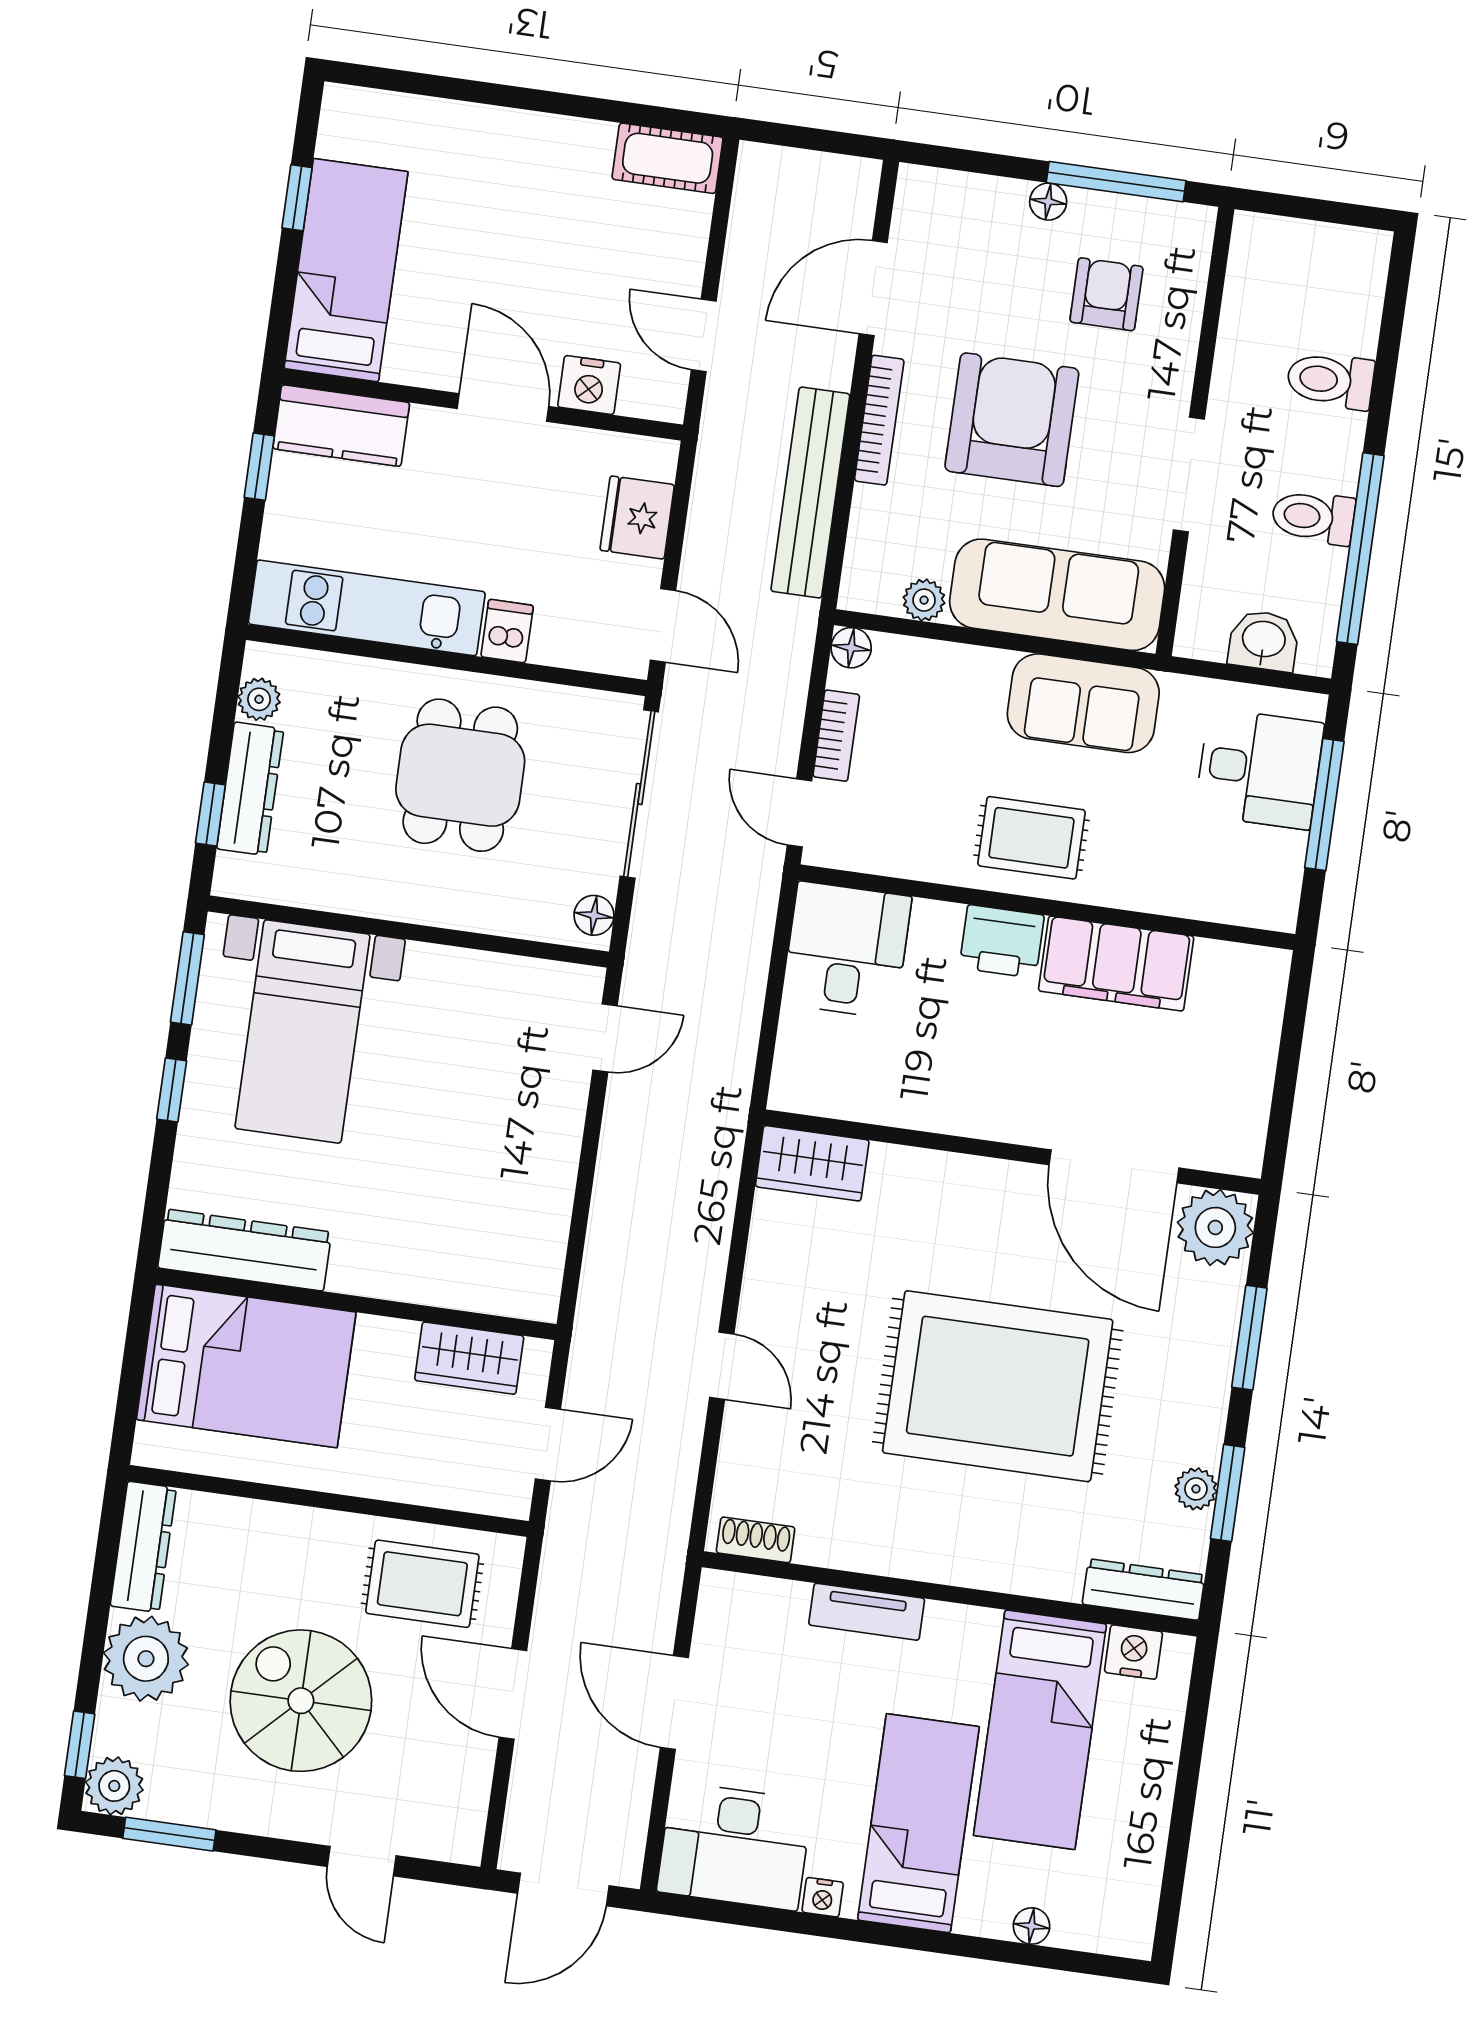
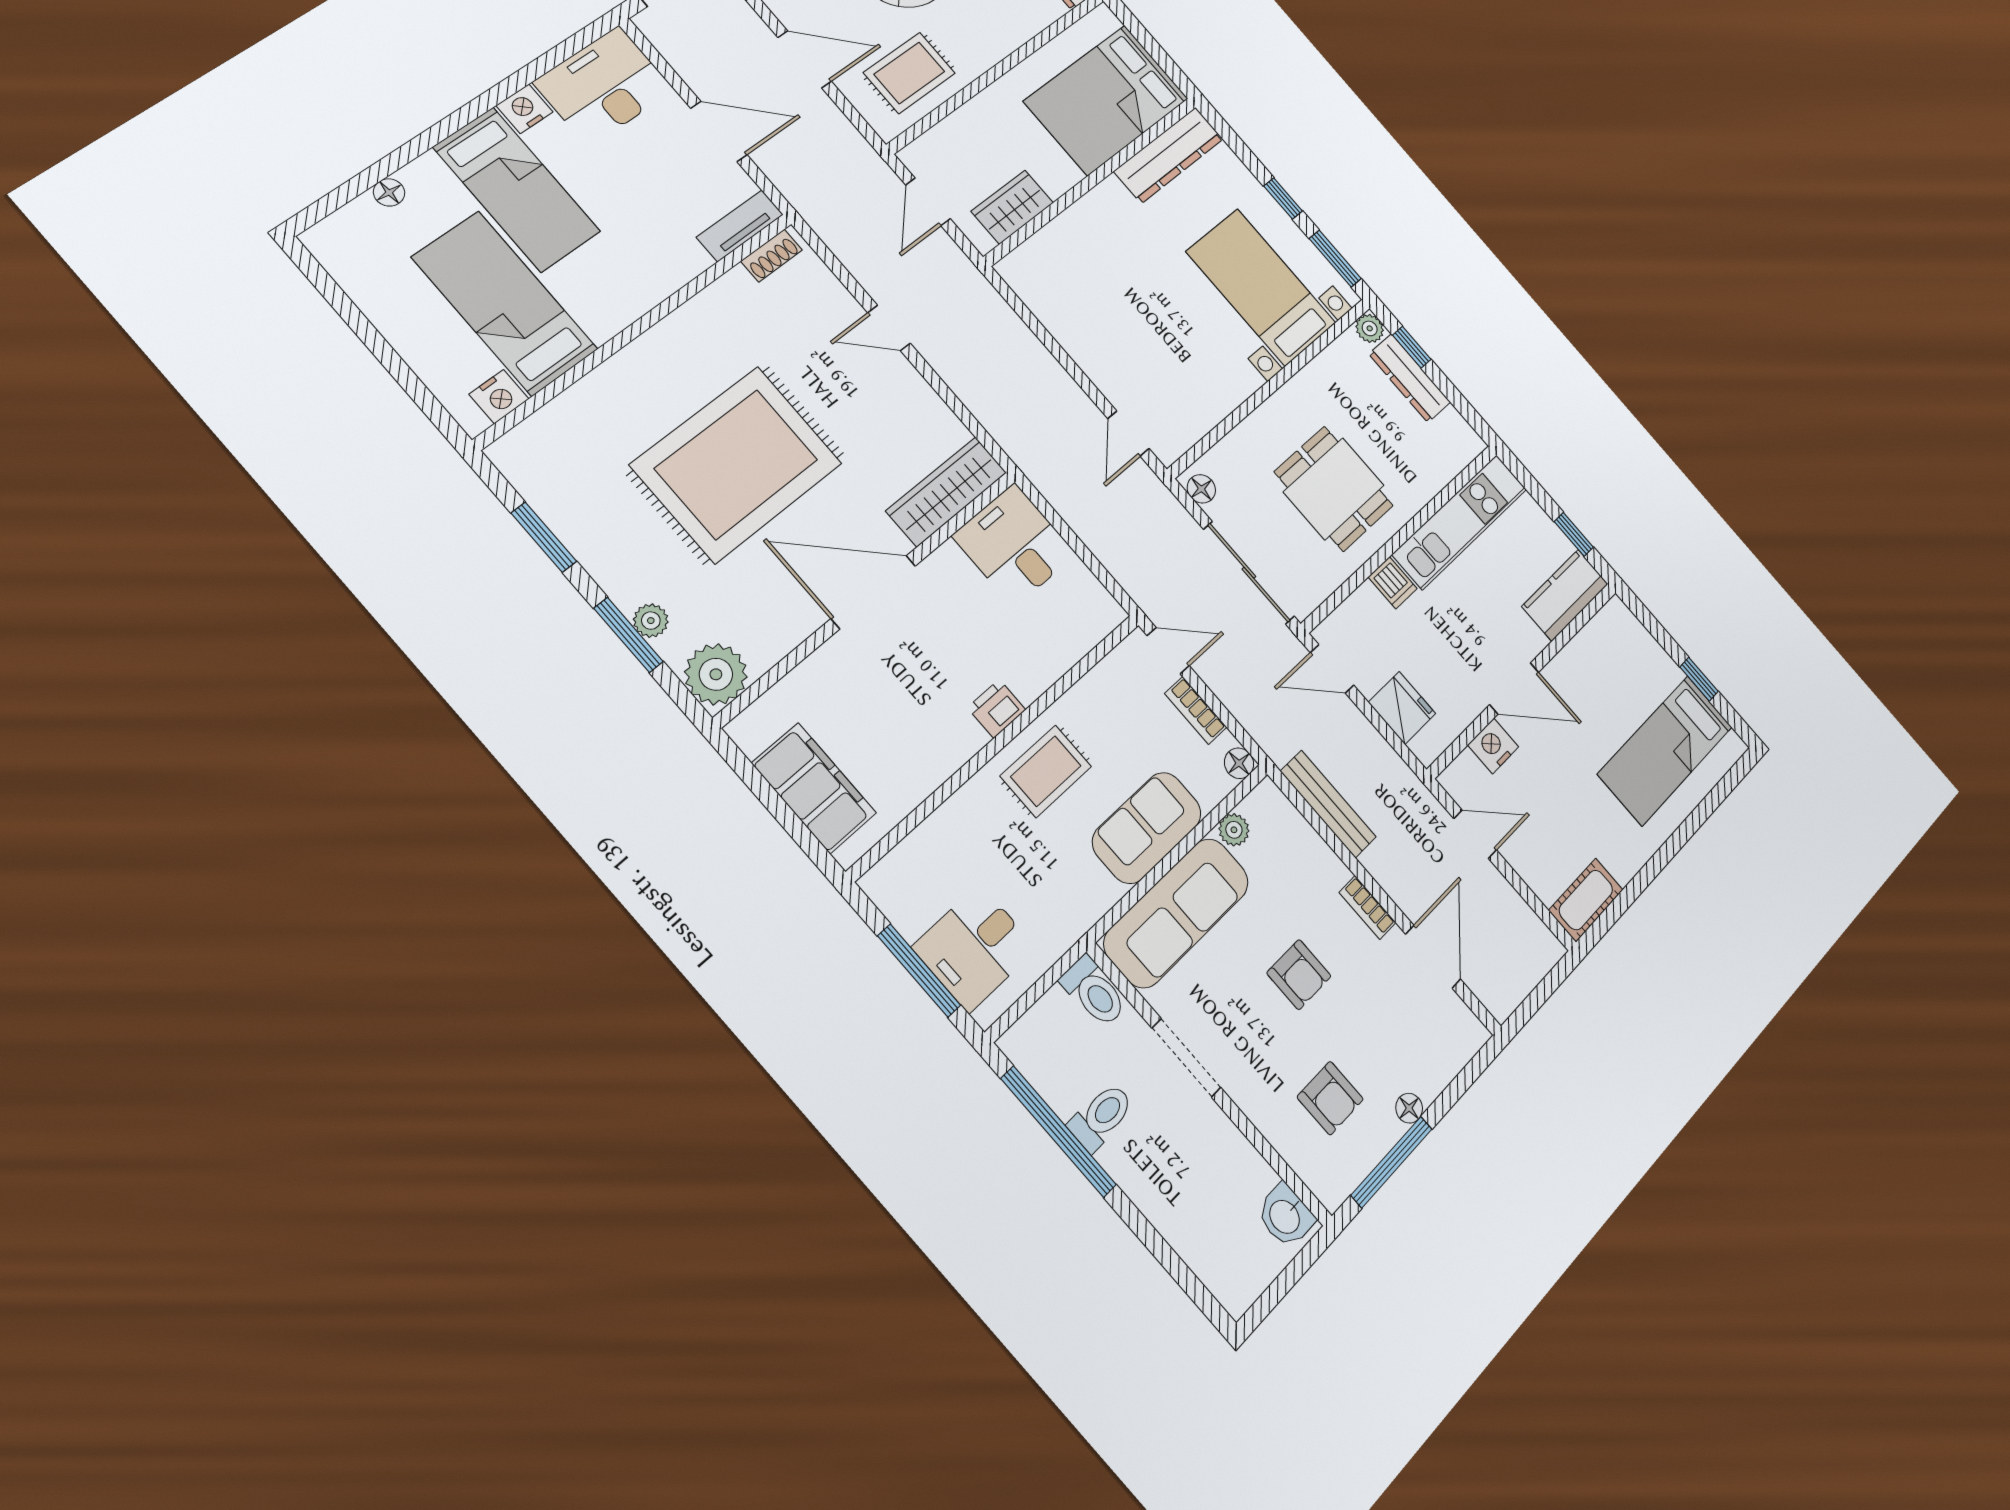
bed: (346, 270) -> (1665, 750), moved, turned 90
toilet: (1330, 380) -> (1094, 992), moved, turned 90
bookcase: (879, 420) -> (1367, 907), width x0.64
armchair: (1012, 420) -> (1299, 975), width x0.53, depth x0.53
bench: (810, 493) -> (1328, 804), width x0.73, depth x0.82
washbasin: (1264, 641) -> (1285, 1216), moved, turned 90
plant: (259, 699) -> (1370, 328), moved
sofa: (1083, 703) -> (1147, 828), moved
printer: (1002, 941) -> (997, 709), width x0.73, depth x0.81
desk: (847, 950) -> (1014, 545), moved, turned 180
filing cabinet: (1116, 964) -> (814, 788), moved, turned 90
wardrobe: (812, 1163) -> (947, 492), width x1.50
door: (1114, 1166) -> (873, 592), moved
plant: (1196, 1489) -> (651, 621), moved
dresser: (1144, 1590) -> (532, 436), removed
tv unit: (867, 1612) -> (740, 226), moved
nightstand: (823, 1897) -> (524, 109), width x1.39, depth x1.35

